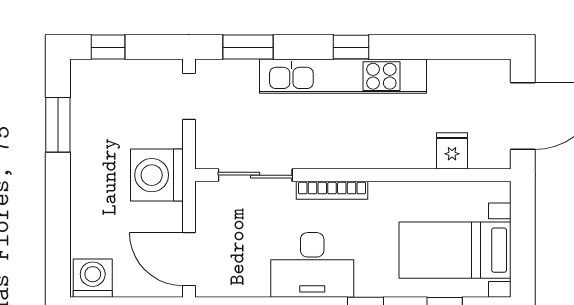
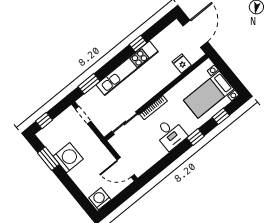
window: (351, 47) -> (138, 44), moved
washing machine: (157, 175) -> (68, 158), moved, turned 180
desk: (312, 265) -> (170, 134), width x0.73

